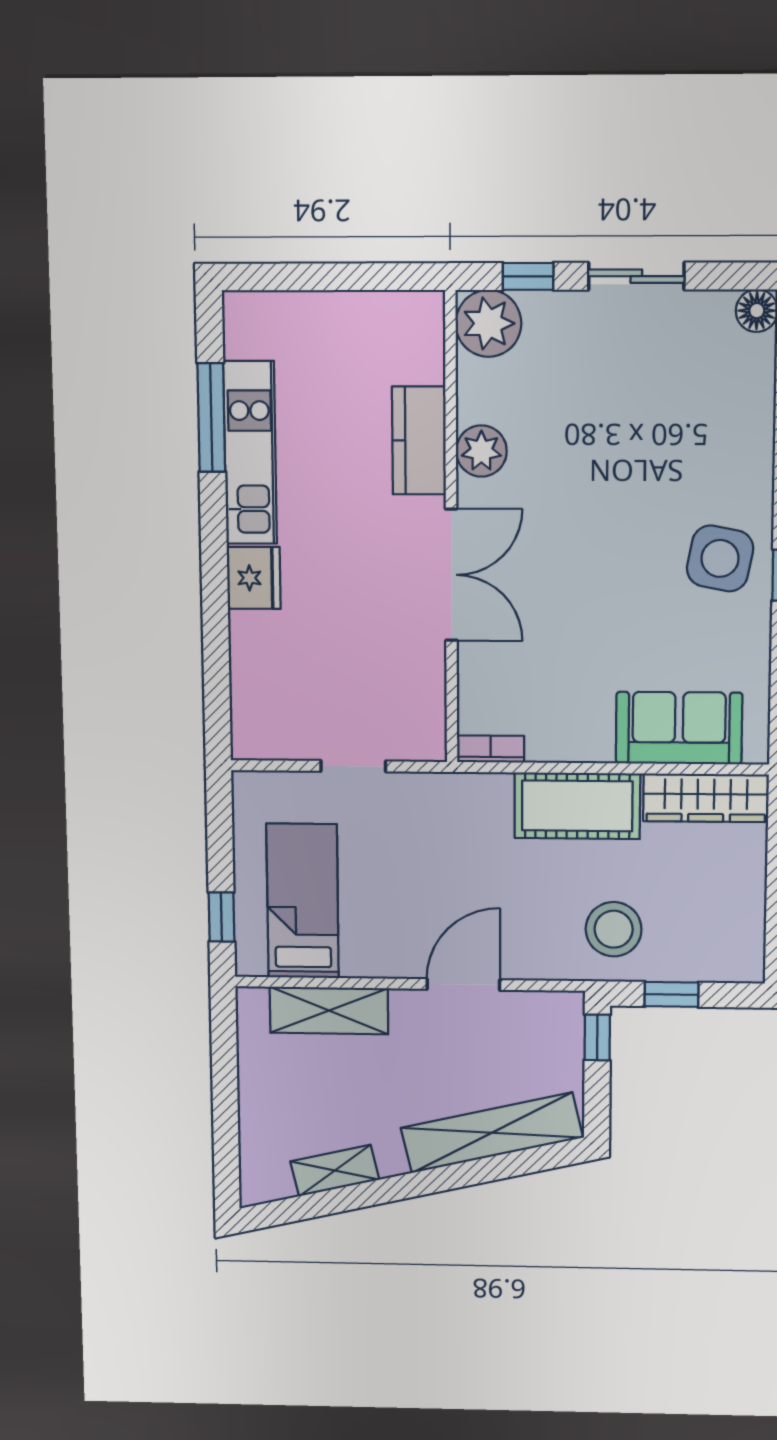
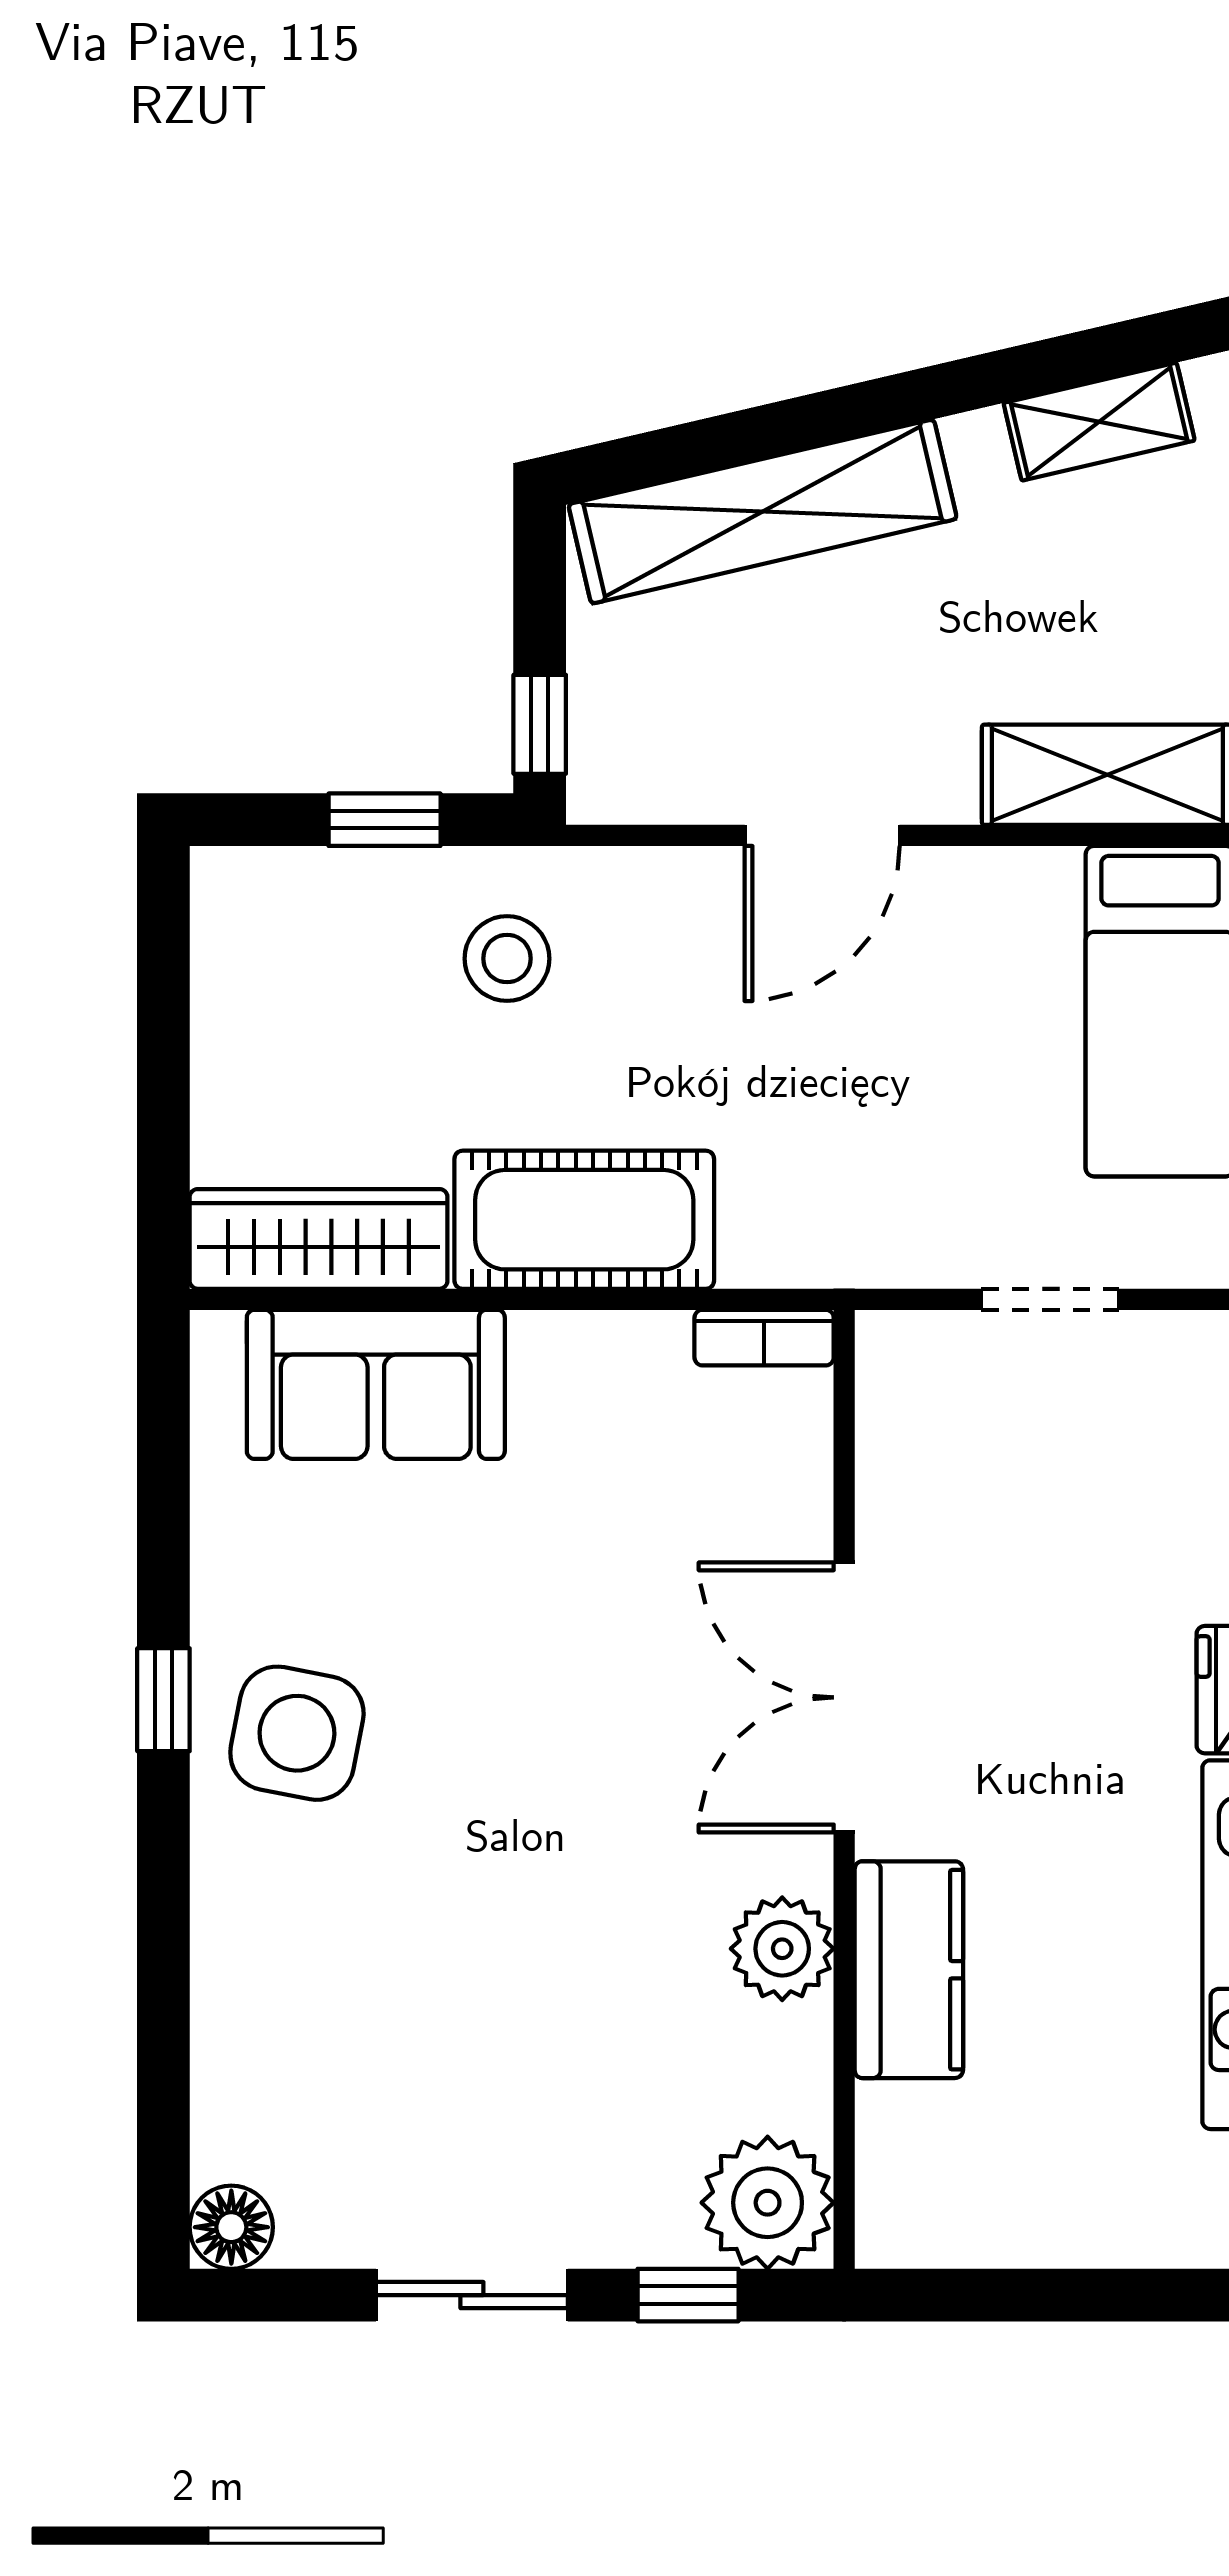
stool: (614, 929) -> (507, 959), width x0.73, depth x0.73

